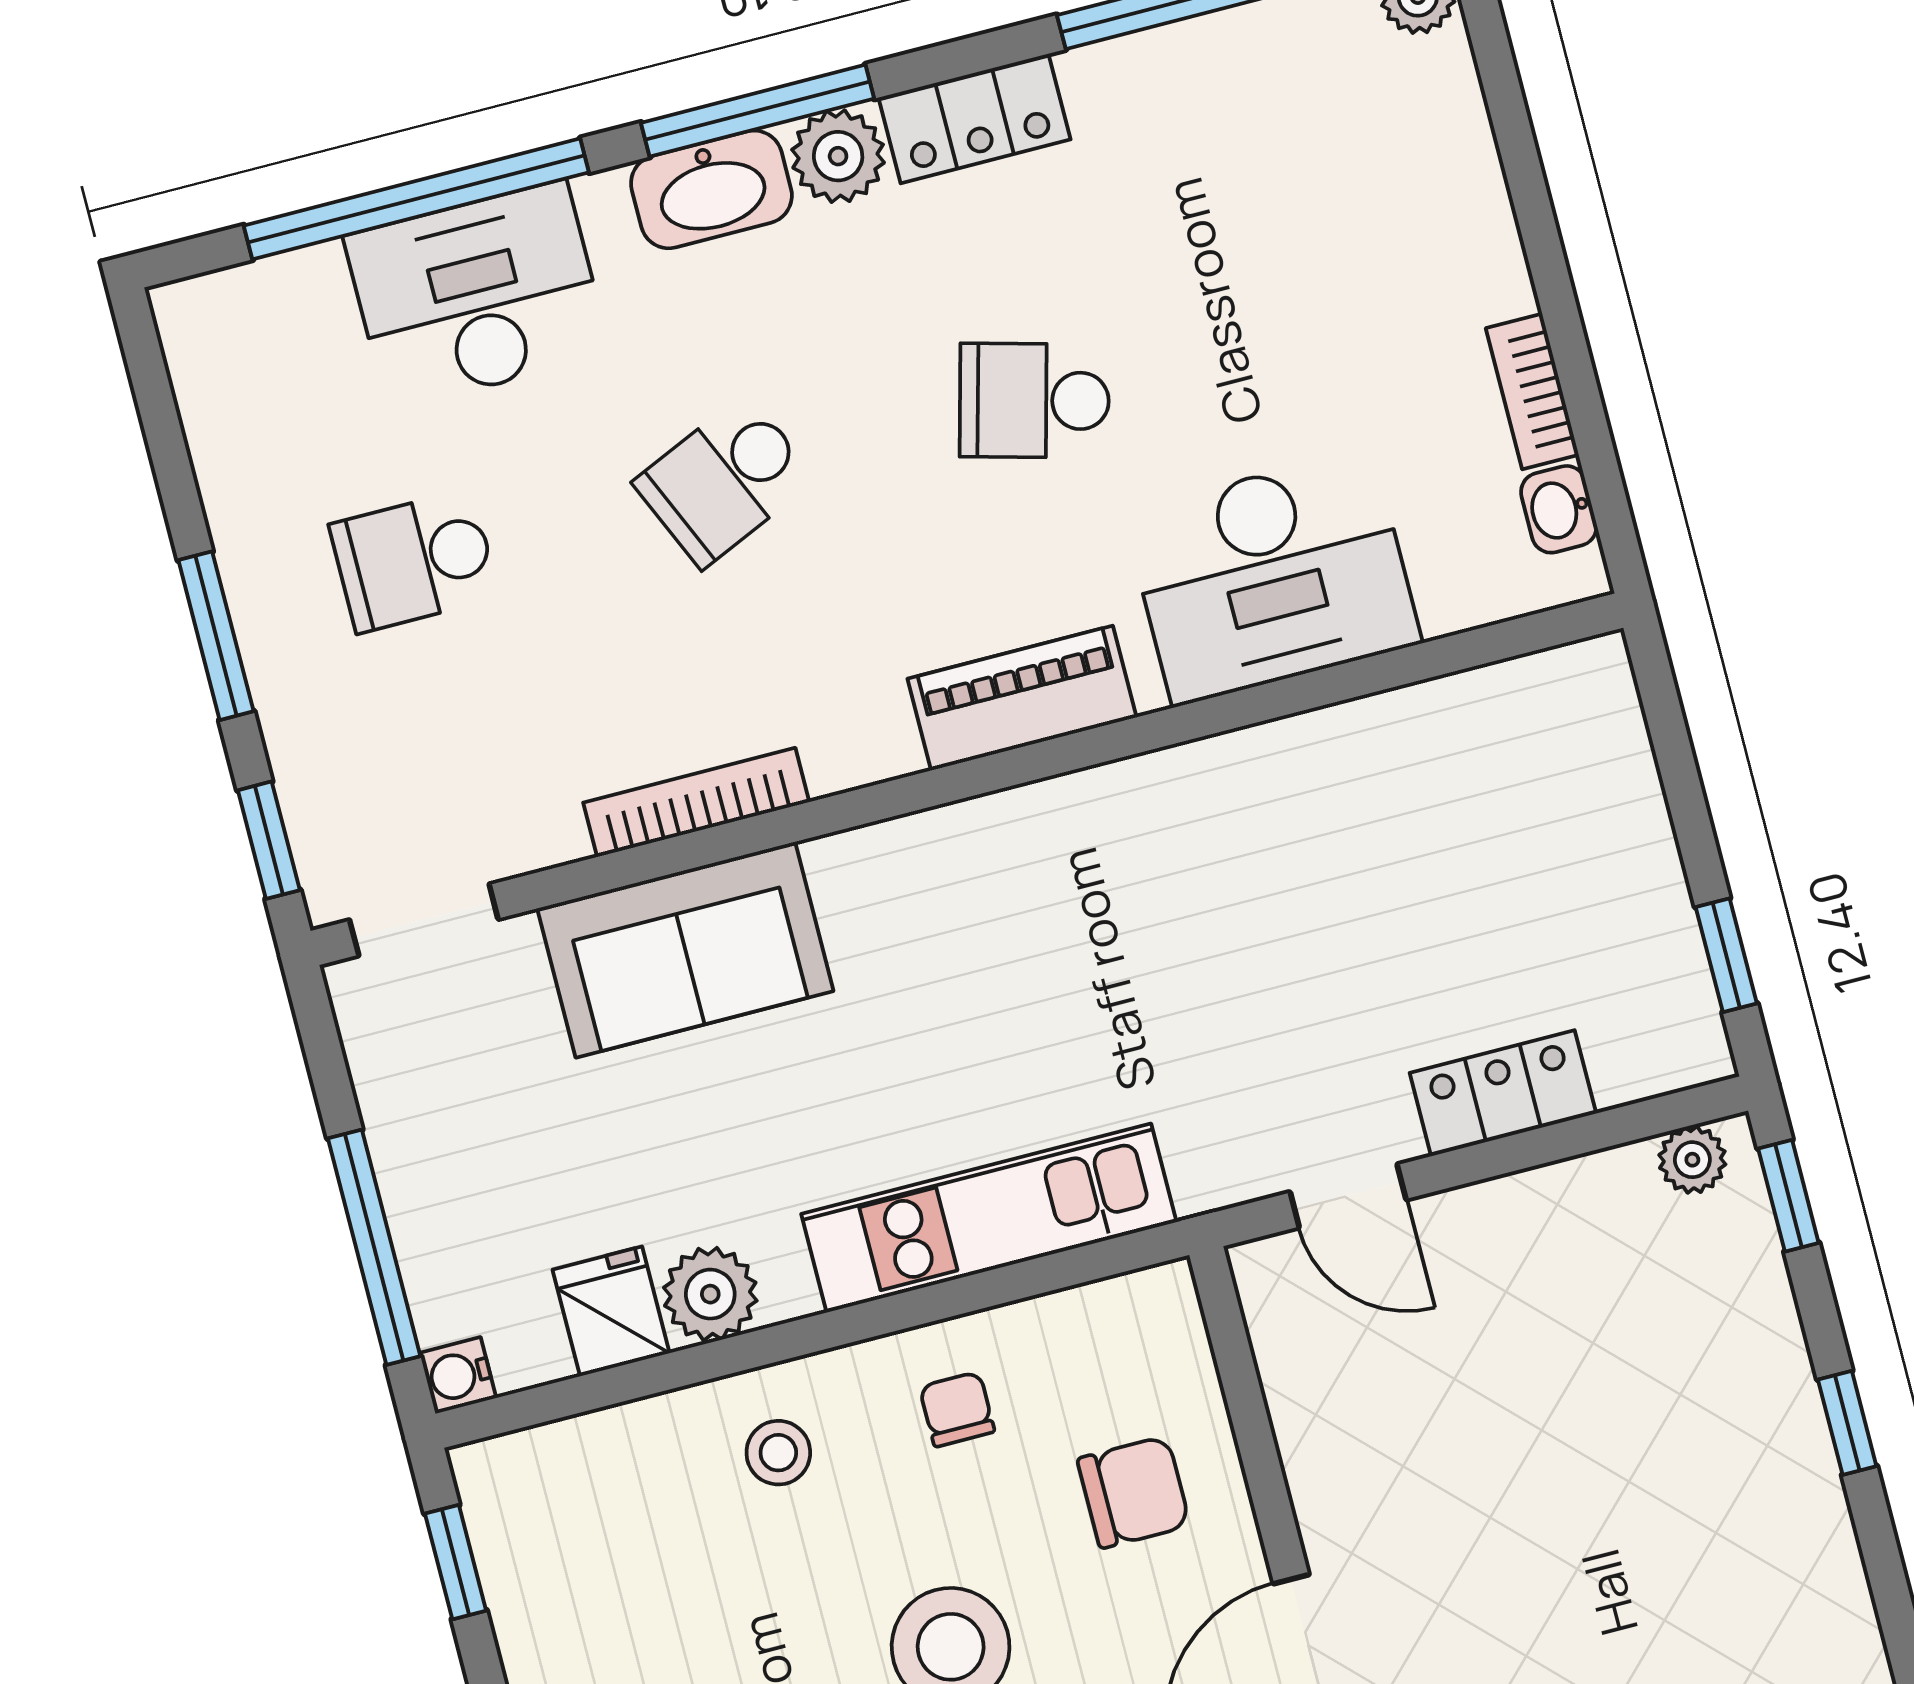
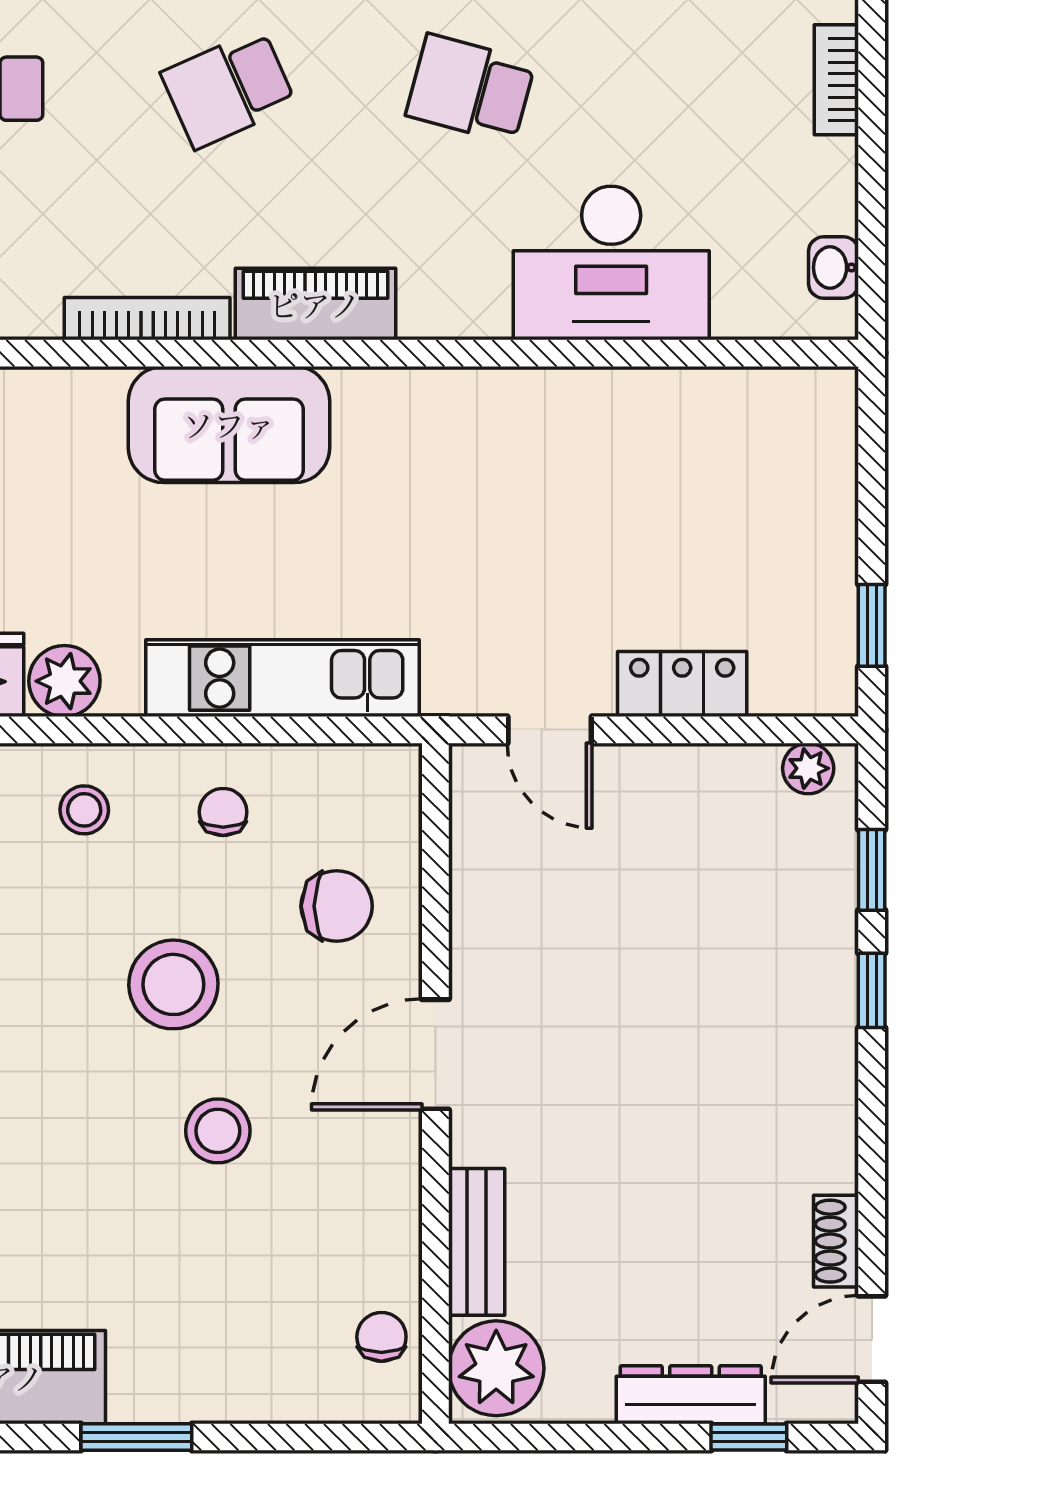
bookcase: (1532, 391) -> (836, 80), moved
piano: (1022, 698) -> (315, 304), moved
sofa: (685, 950) -> (229, 424), moved
window: (1788, 1196) -> (872, 870), moved

